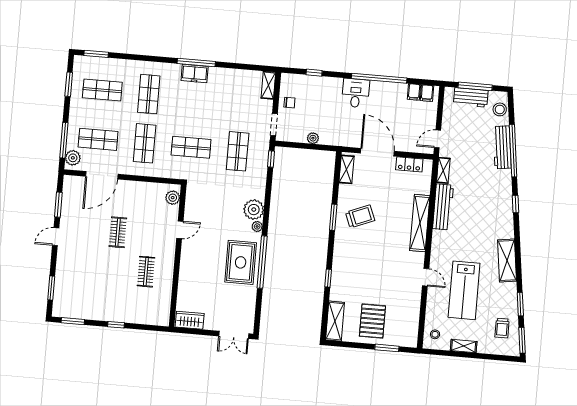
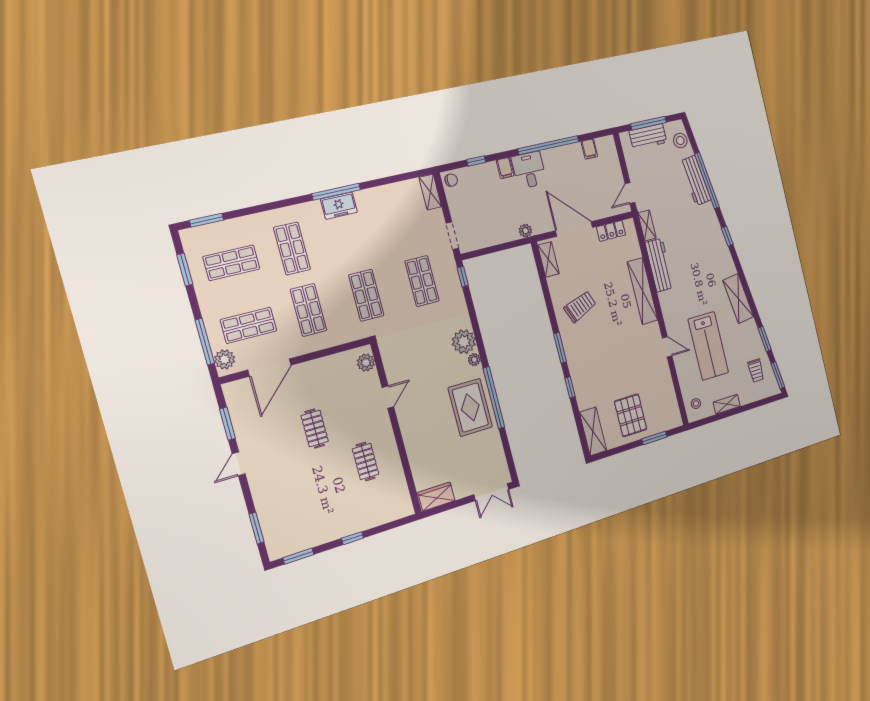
filing cabinet: (427, 93) -> (505, 168), moved
chair: (289, 103) -> (451, 180), moved
plant: (313, 138) -> (525, 231), moved
shop shelf: (191, 147) -> (366, 295), turned 90
window: (333, 217) -> (560, 348), moved

